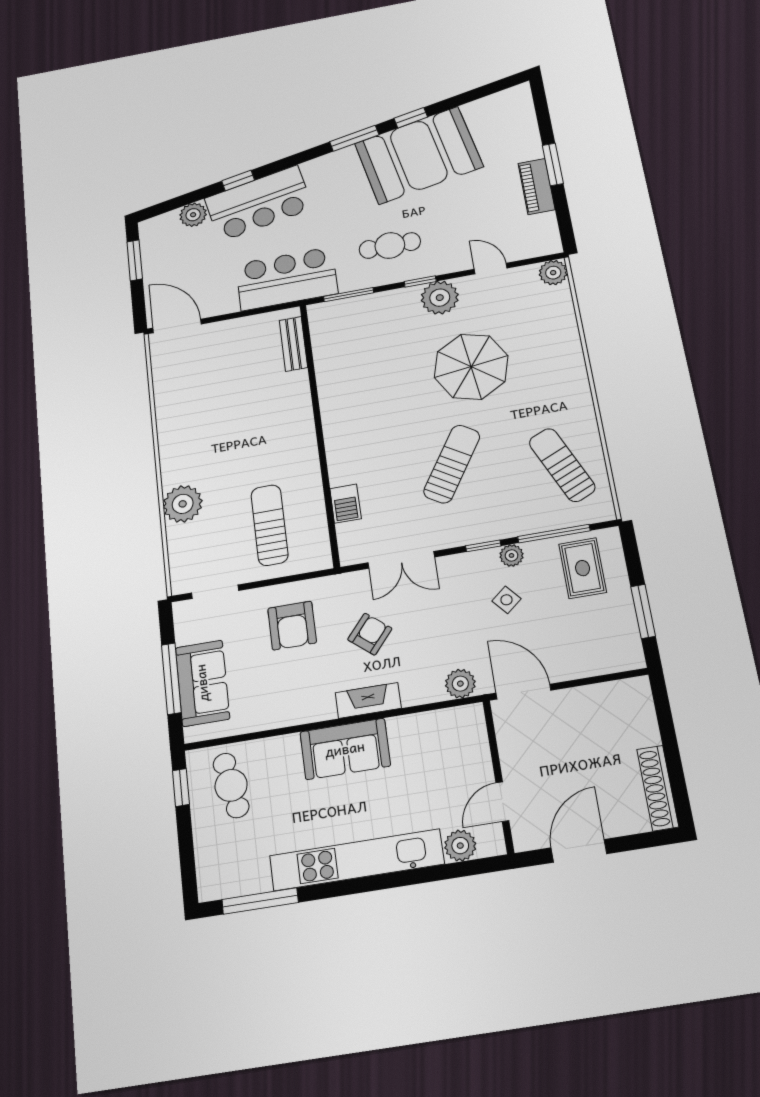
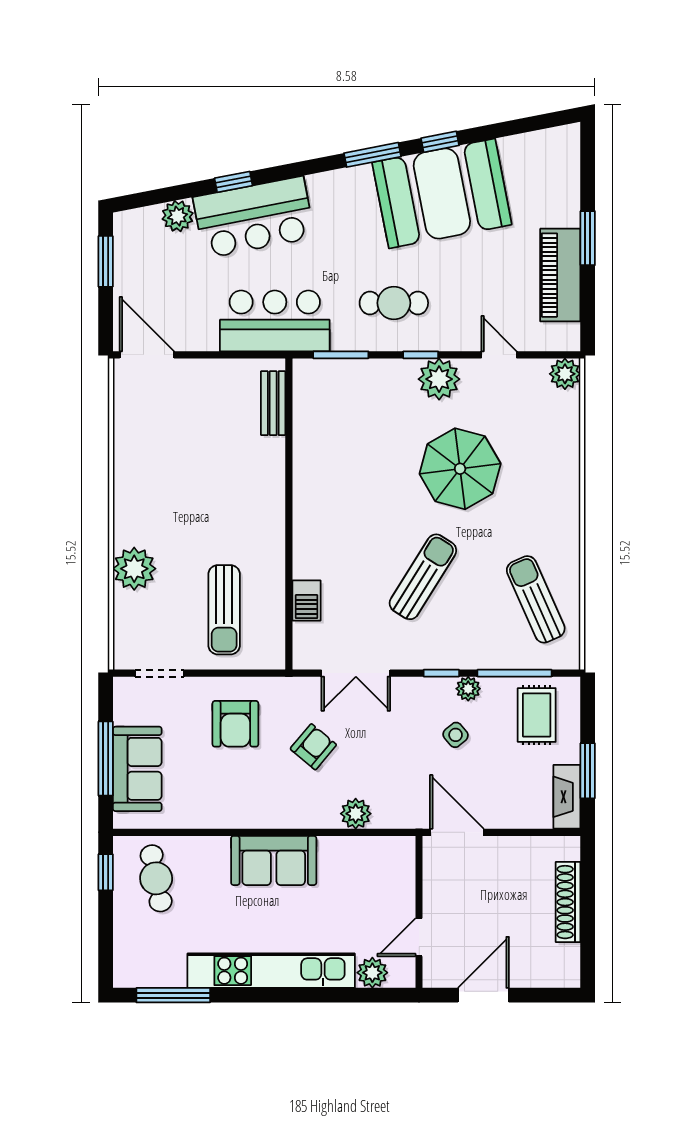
piano: (537, 186) -> (560, 275), width x1.37, depth x1.33
sun lounger: (270, 525) -> (224, 610), turned 180
plant: (460, 684) -> (356, 814), moved
fireplace: (368, 700) -> (567, 797), moved, turned -90
shoe rack: (658, 788) -> (568, 902), moved

